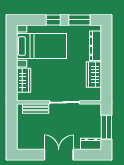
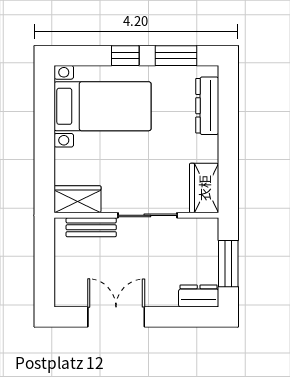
wardrobe: (94, 75) -> (204, 188), moved
wardrobe: (24, 80) -> (78, 199), moved, turned -90
double door: (59, 155) -> (116, 317), moved

